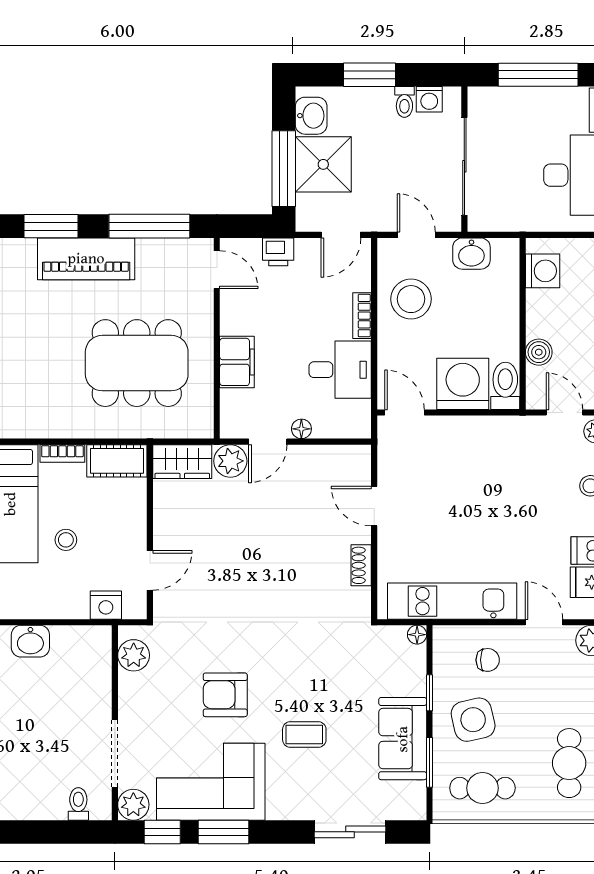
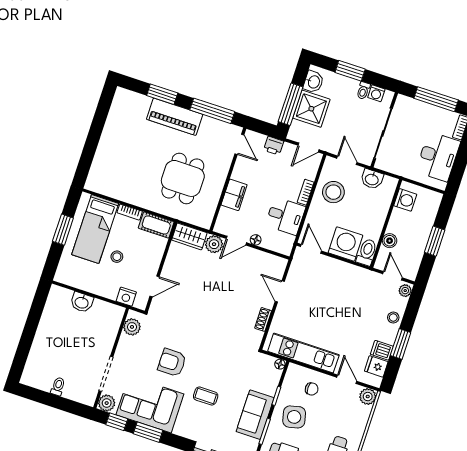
dining table: (137, 363) -> (183, 178), width x0.73
toilet: (78, 804) -> (58, 386), moved

